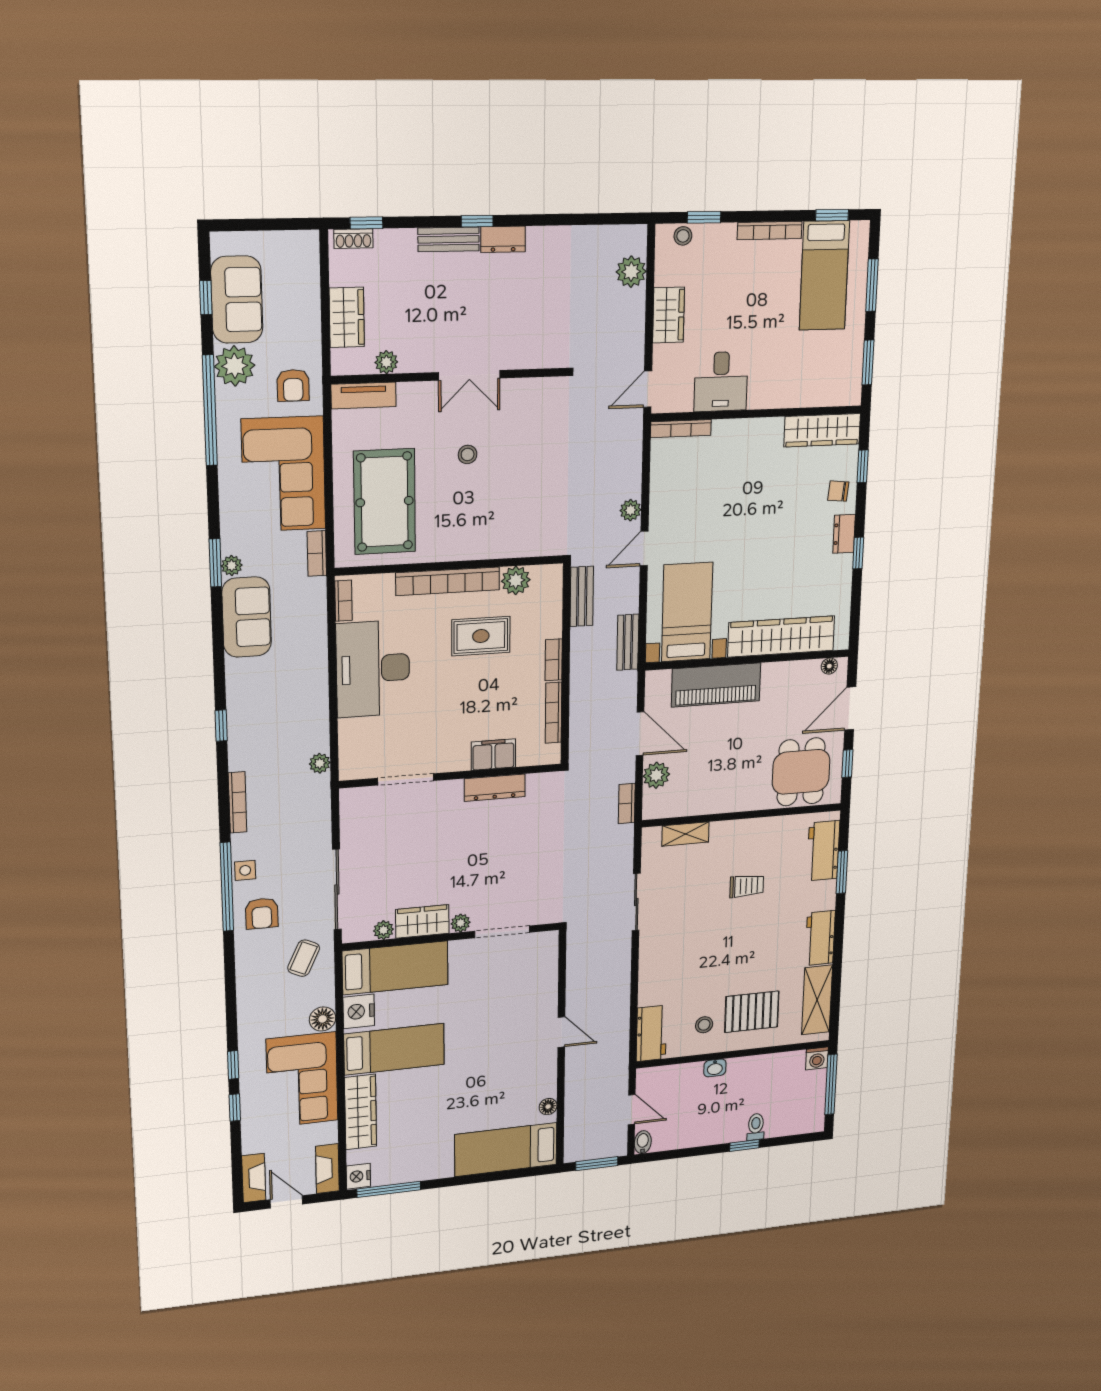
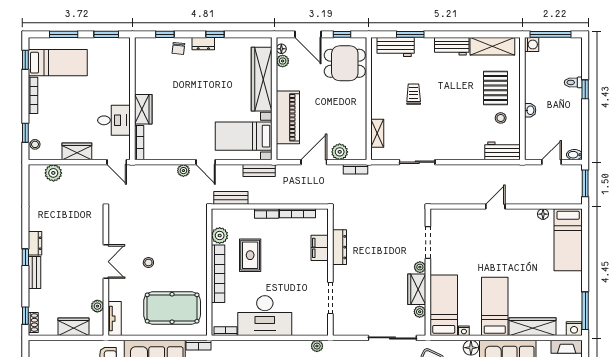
wardrobe: (822, 430) -> (143, 109), moved, width x0.67
plant: (809, 670) -> (283, 61), added
nightstand: (359, 1011) -> (464, 331), width x0.53, depth x0.56

